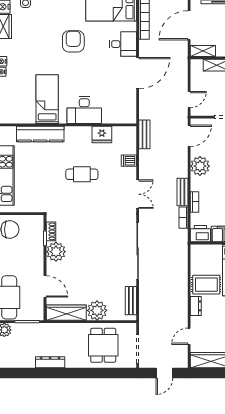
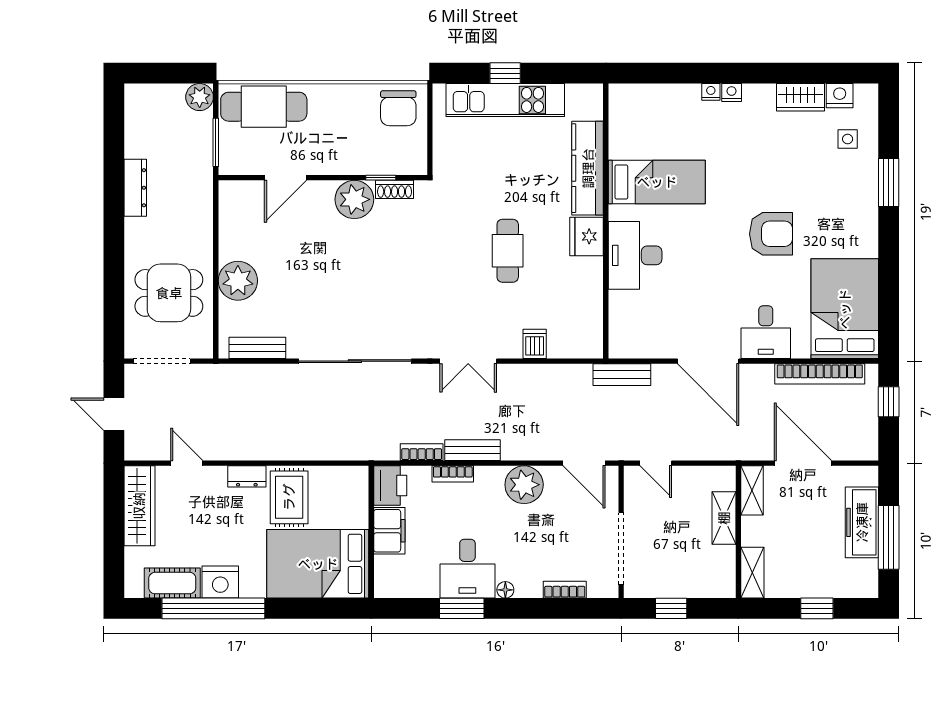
fridge: (102, 134) -> (587, 236), moved
bench: (144, 134) -> (622, 375), moved
wardrobe: (66, 313) -> (234, 220), removed

